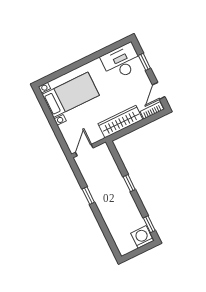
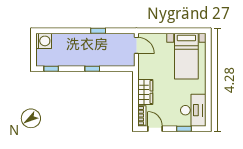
wardrobe: (120, 122) -> (145, 92), width x0.67
washing machine: (142, 237) -> (44, 41), moved

